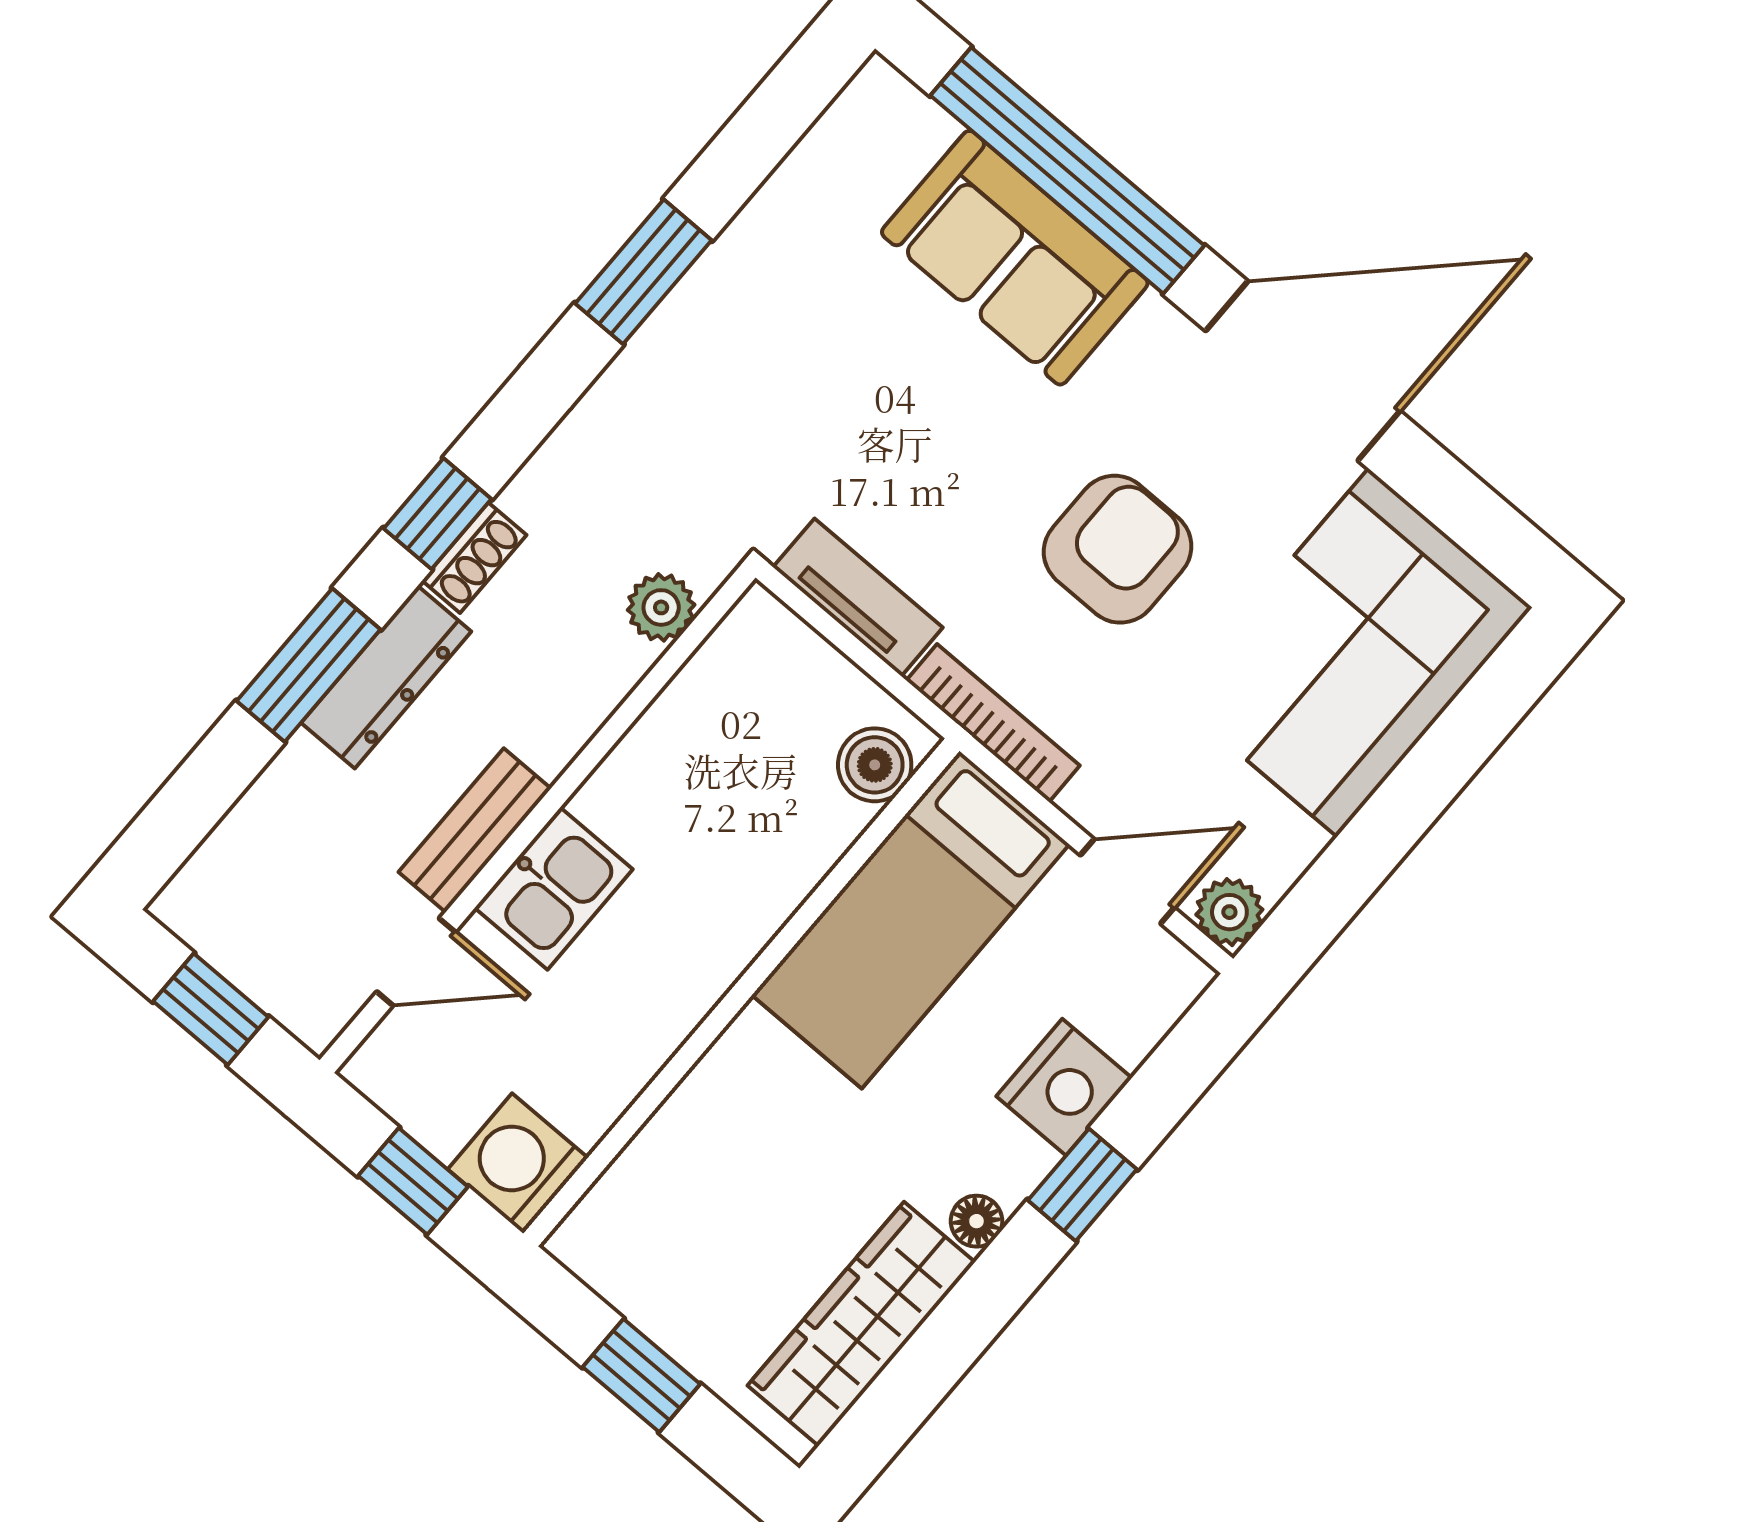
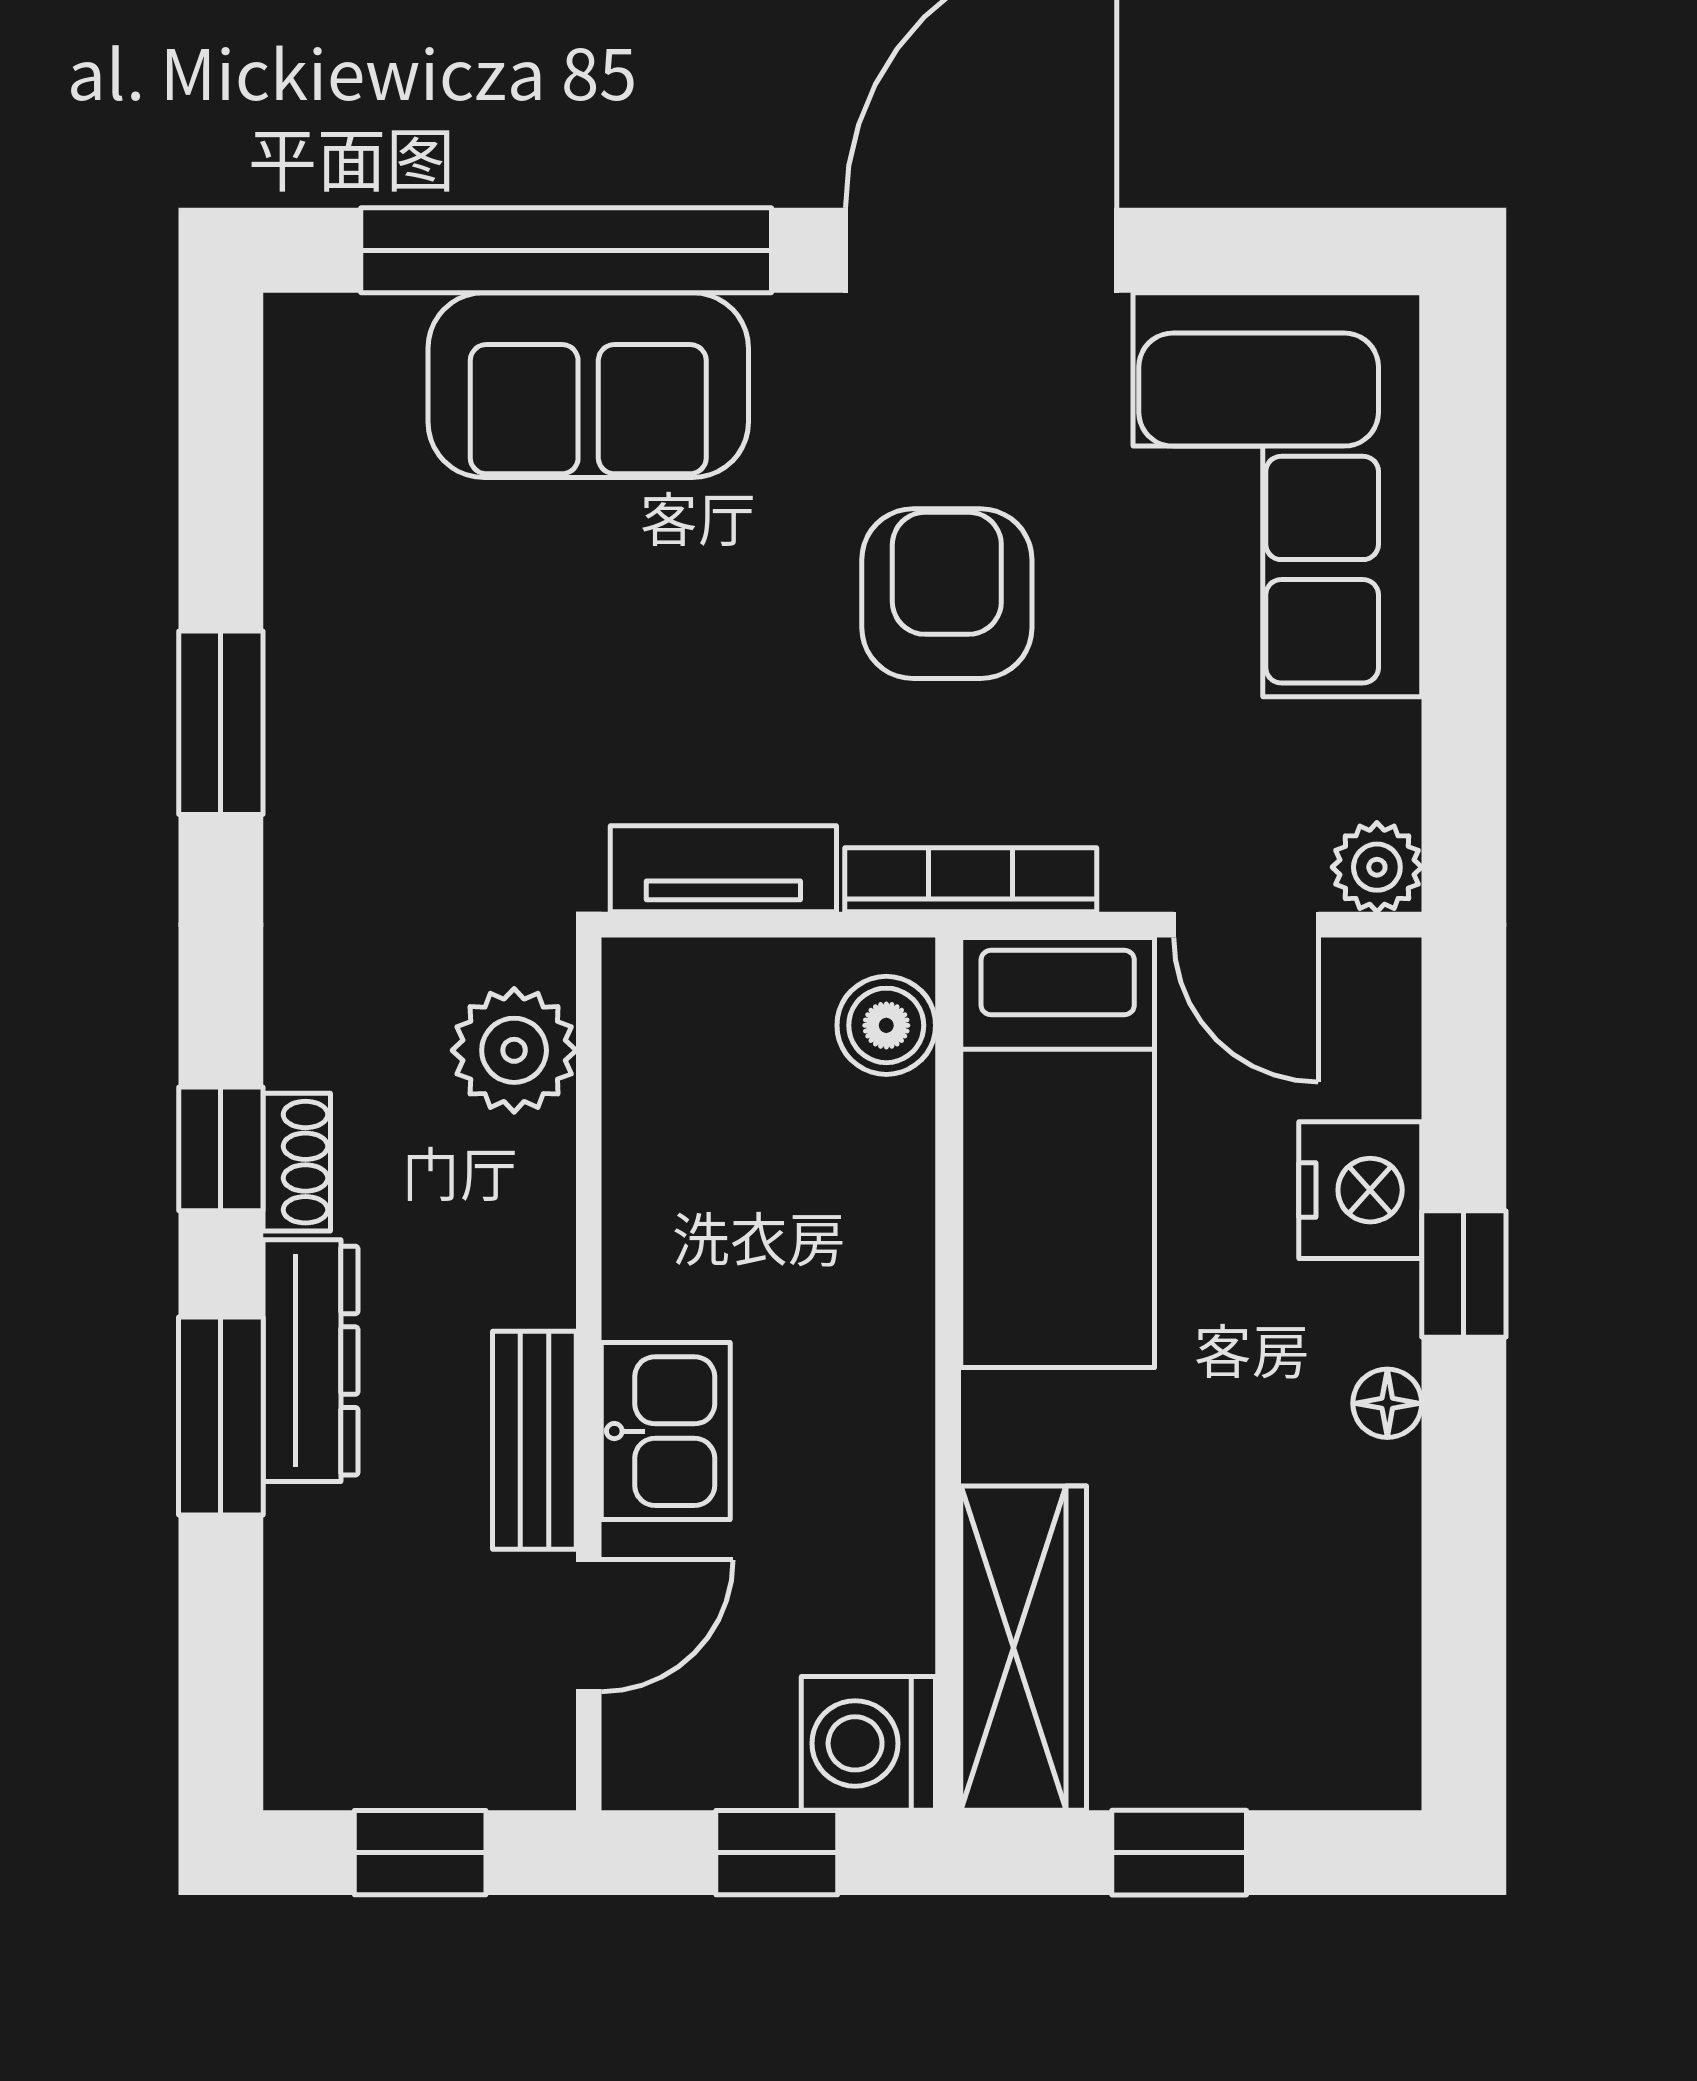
plant: (661, 607) -> (514, 1050), width x1.38, depth x1.38
door: (1127, 881) -> (1246, 925), swing flipped
wardrobe: (861, 1324) -> (1024, 1648), moved, turned 180

